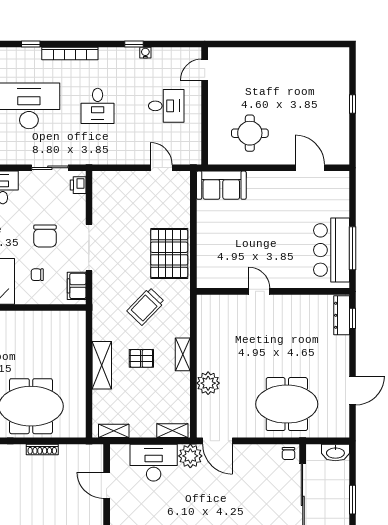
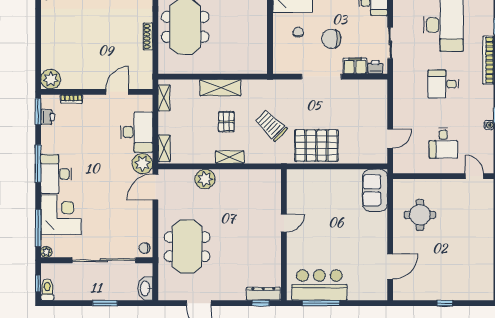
filing cabinet: (77, 286) -> (355, 66), moved

